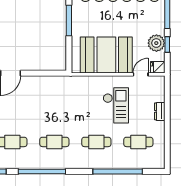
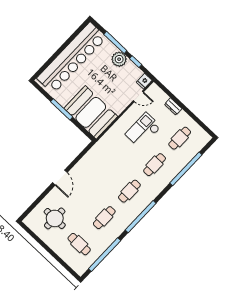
plant: (156, 43) -> (119, 59), moved
booth: (106, 55) -> (91, 112), moved, turned 90
door: (141, 74) -> (138, 96), swing flipped
checkout: (116, 105) -> (143, 130), turned -90

